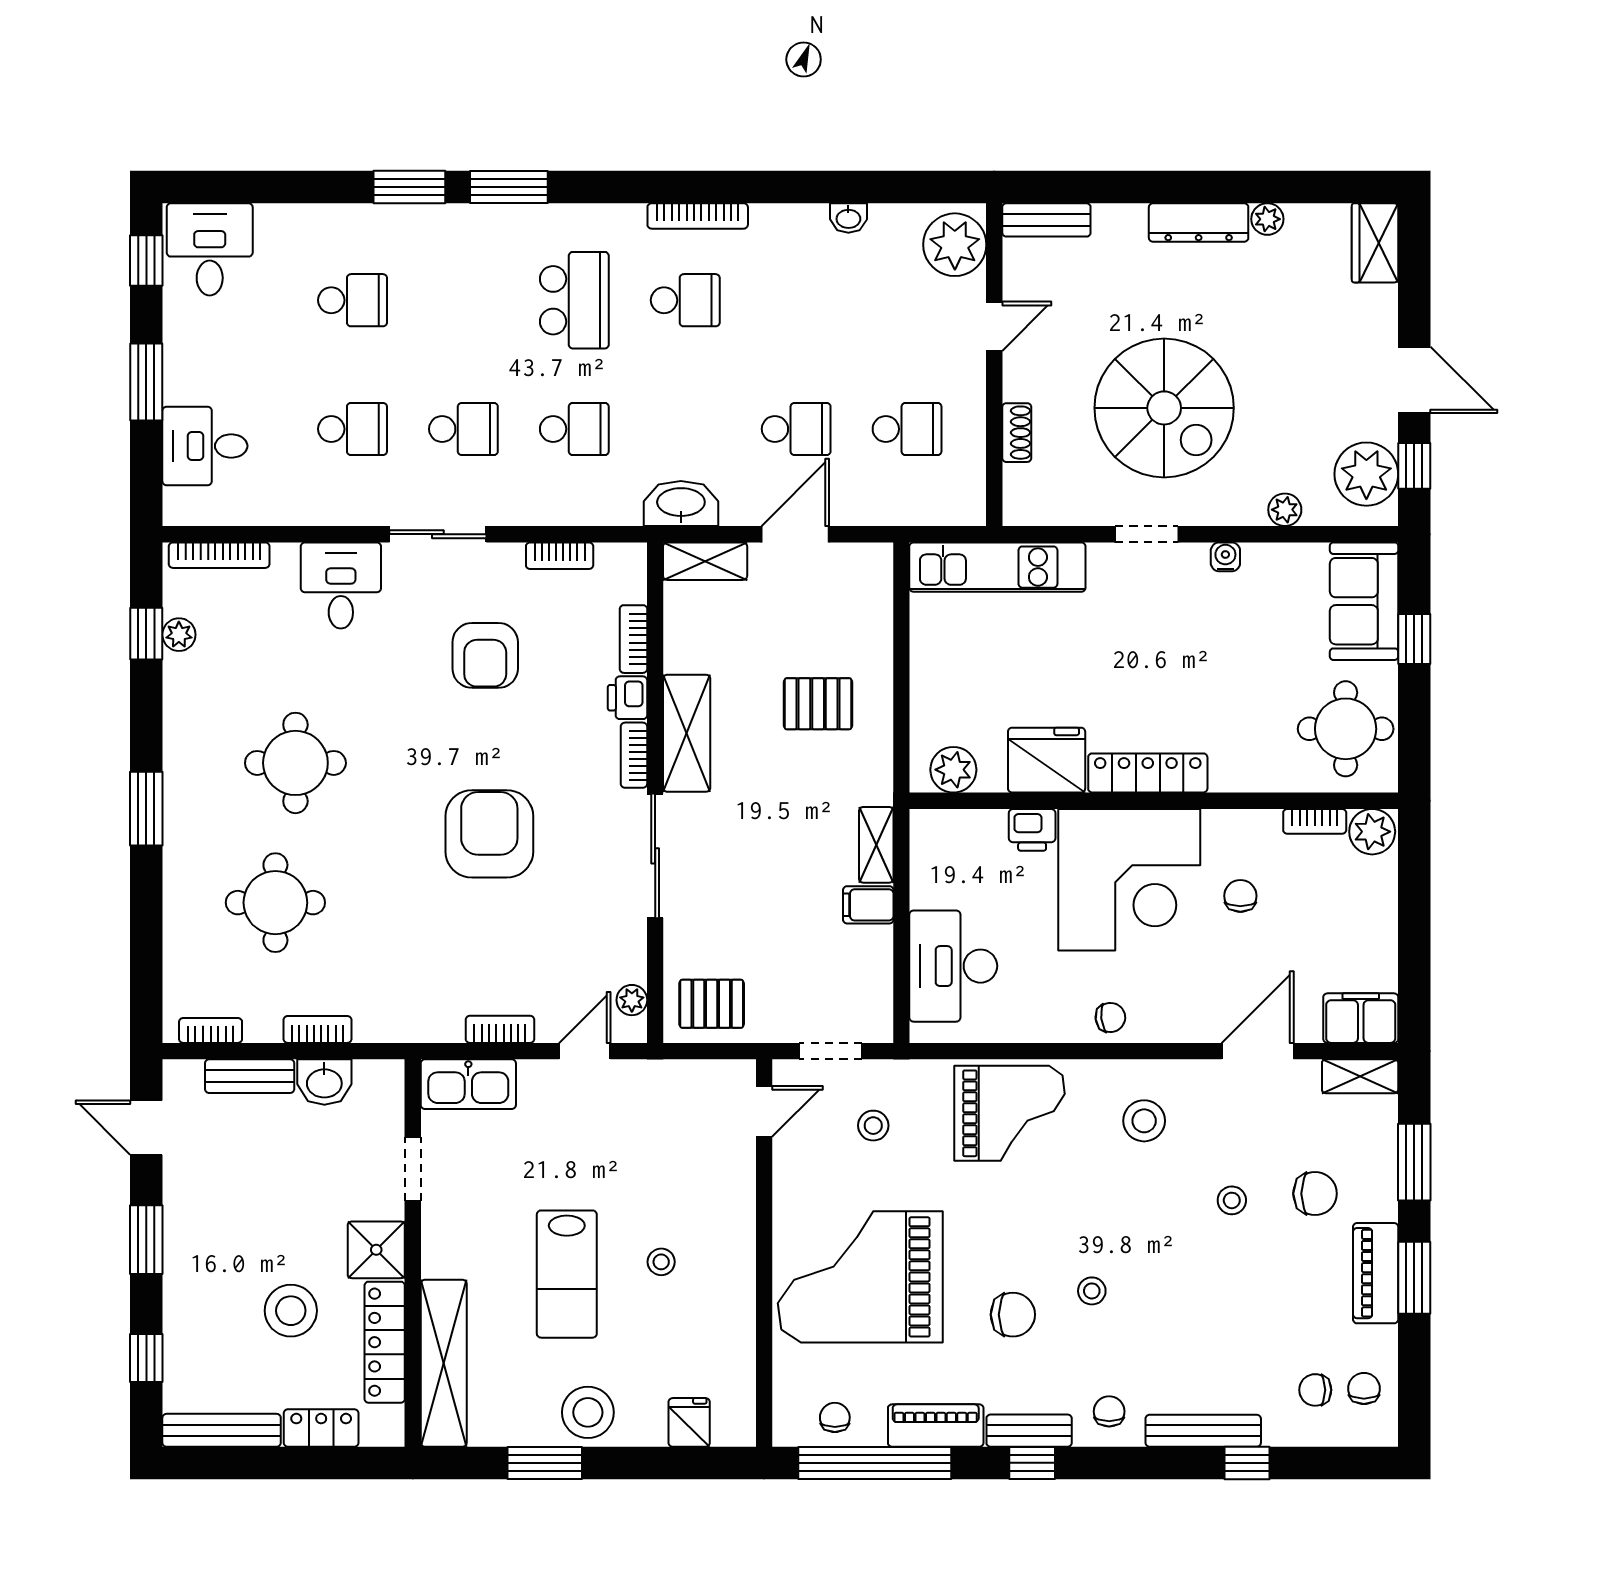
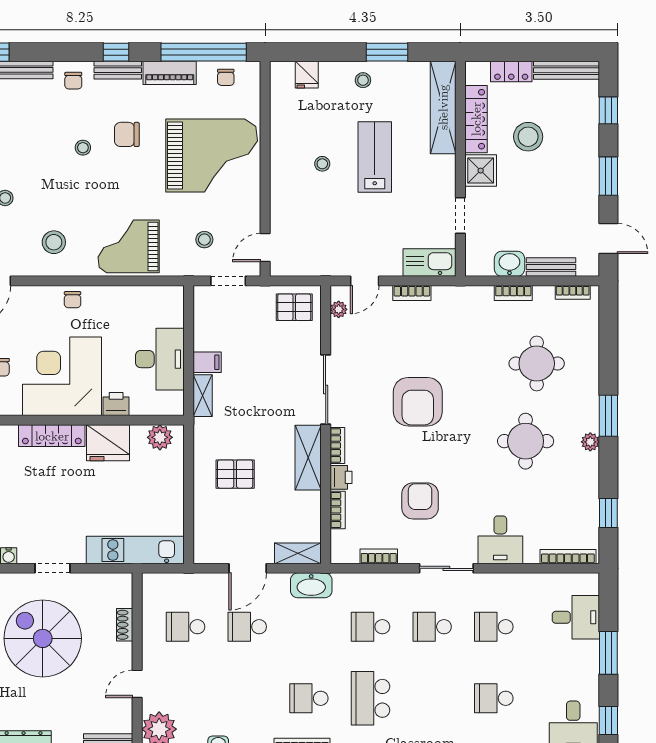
plant: (179, 635) -> (590, 442), moved
desk: (953, 966) -> (160, 359), moved
chair: (1110, 1017) -> (73, 300), turned -83
stool: (588, 1412) -> (363, 80), width x0.53, depth x0.53

